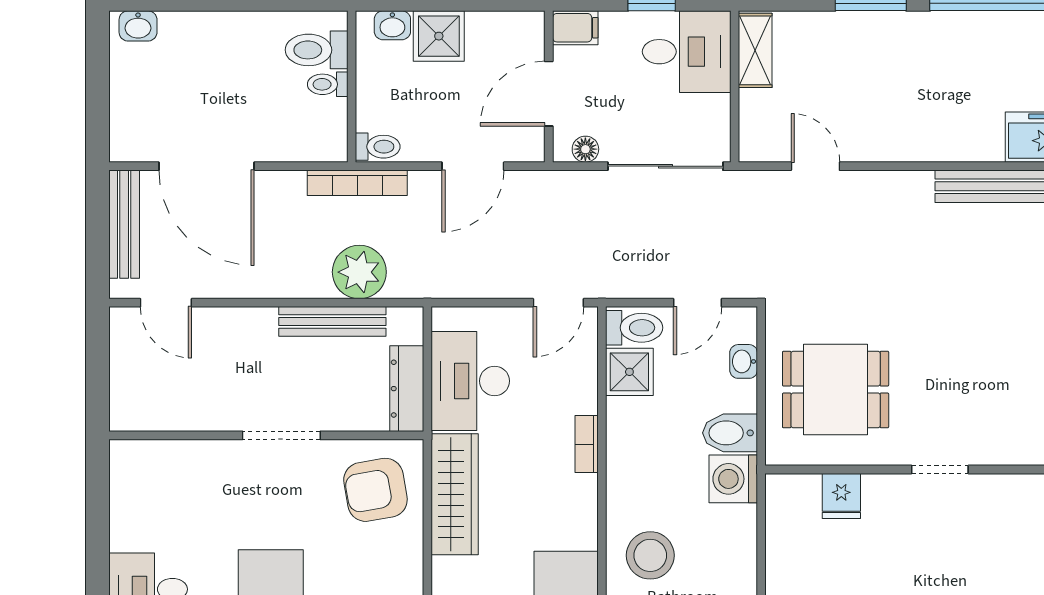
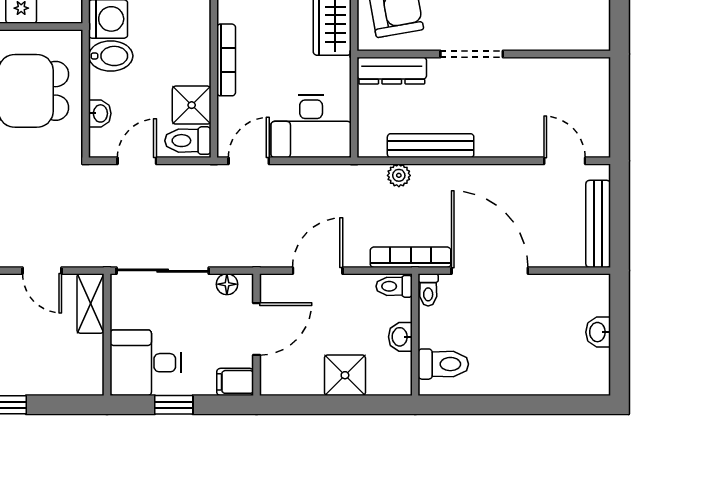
washbasin: (392, 25) -> (400, 337), moved, turned -90
washbasin: (138, 26) -> (598, 332), moved, turned -90
shelving: (755, 50) -> (91, 304), moved
toilet: (328, 84) -> (428, 290), moved, turned 90
door: (206, 166) -> (490, 271), moved
plant: (359, 272) -> (399, 175), width x0.53, depth x0.53
desk: (470, 381) -> (311, 126), moved, turned 90
dresser: (407, 389) -> (392, 71), moved, turned 90
bookcase: (587, 444) -> (226, 60), width x1.56

